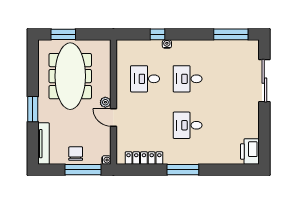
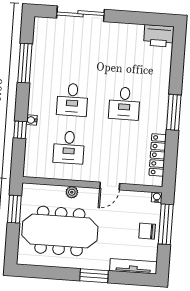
window: (63, 34) -> (14, 209), moved
window: (231, 34) -> (25, 63), moved
plant: (105, 102) -> (72, 192), moved

